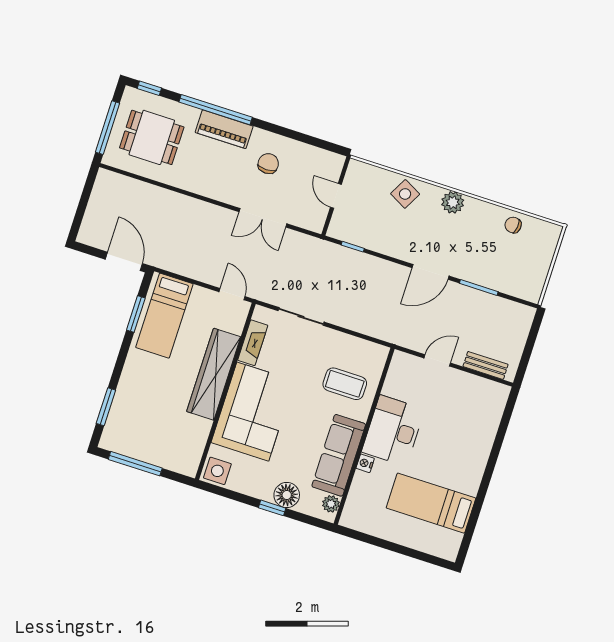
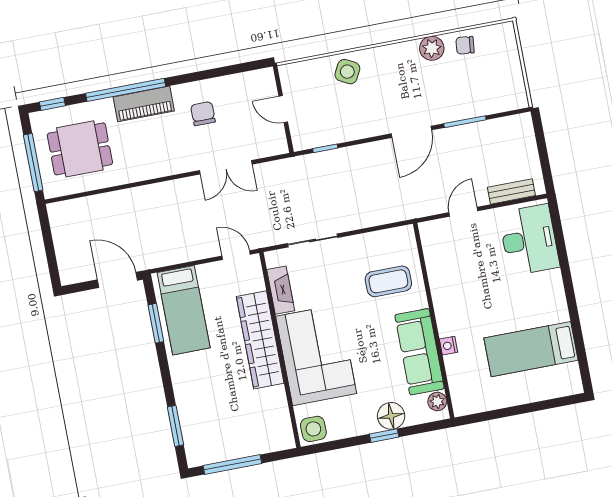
plant: (453, 202) -> (432, 48), moved
desk: (393, 431) -> (529, 240), moved, turned 180

